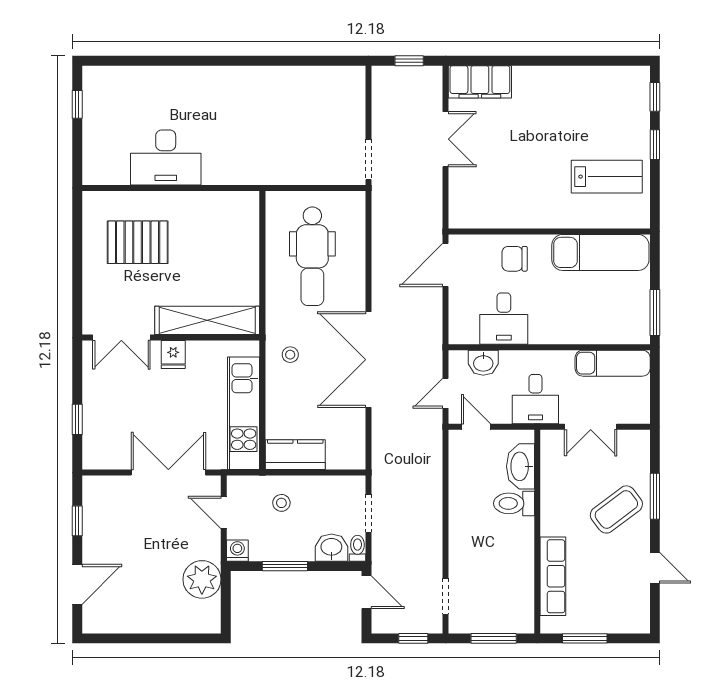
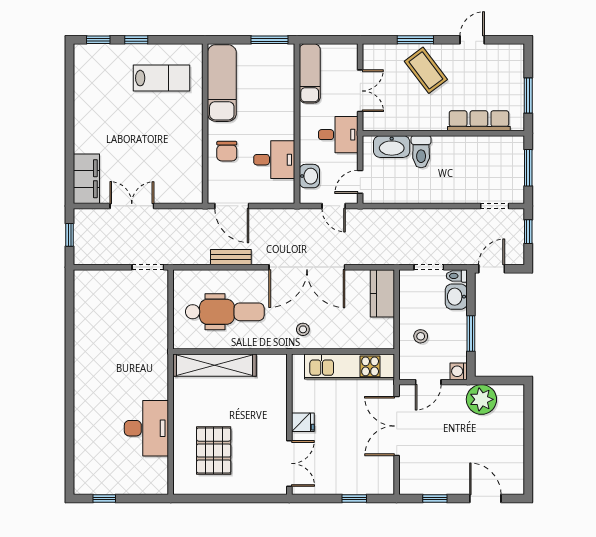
lab bench: (607, 177) -> (162, 78), turned 90
bench: (381, 264) -> (231, 257), added
shelving: (207, 320) -> (214, 365), moved, turned 90
kitchen counter: (295, 455) -> (382, 293), moved

